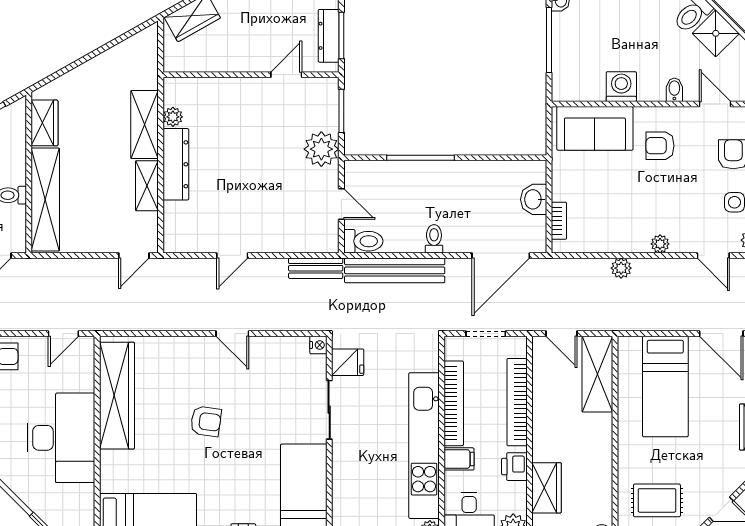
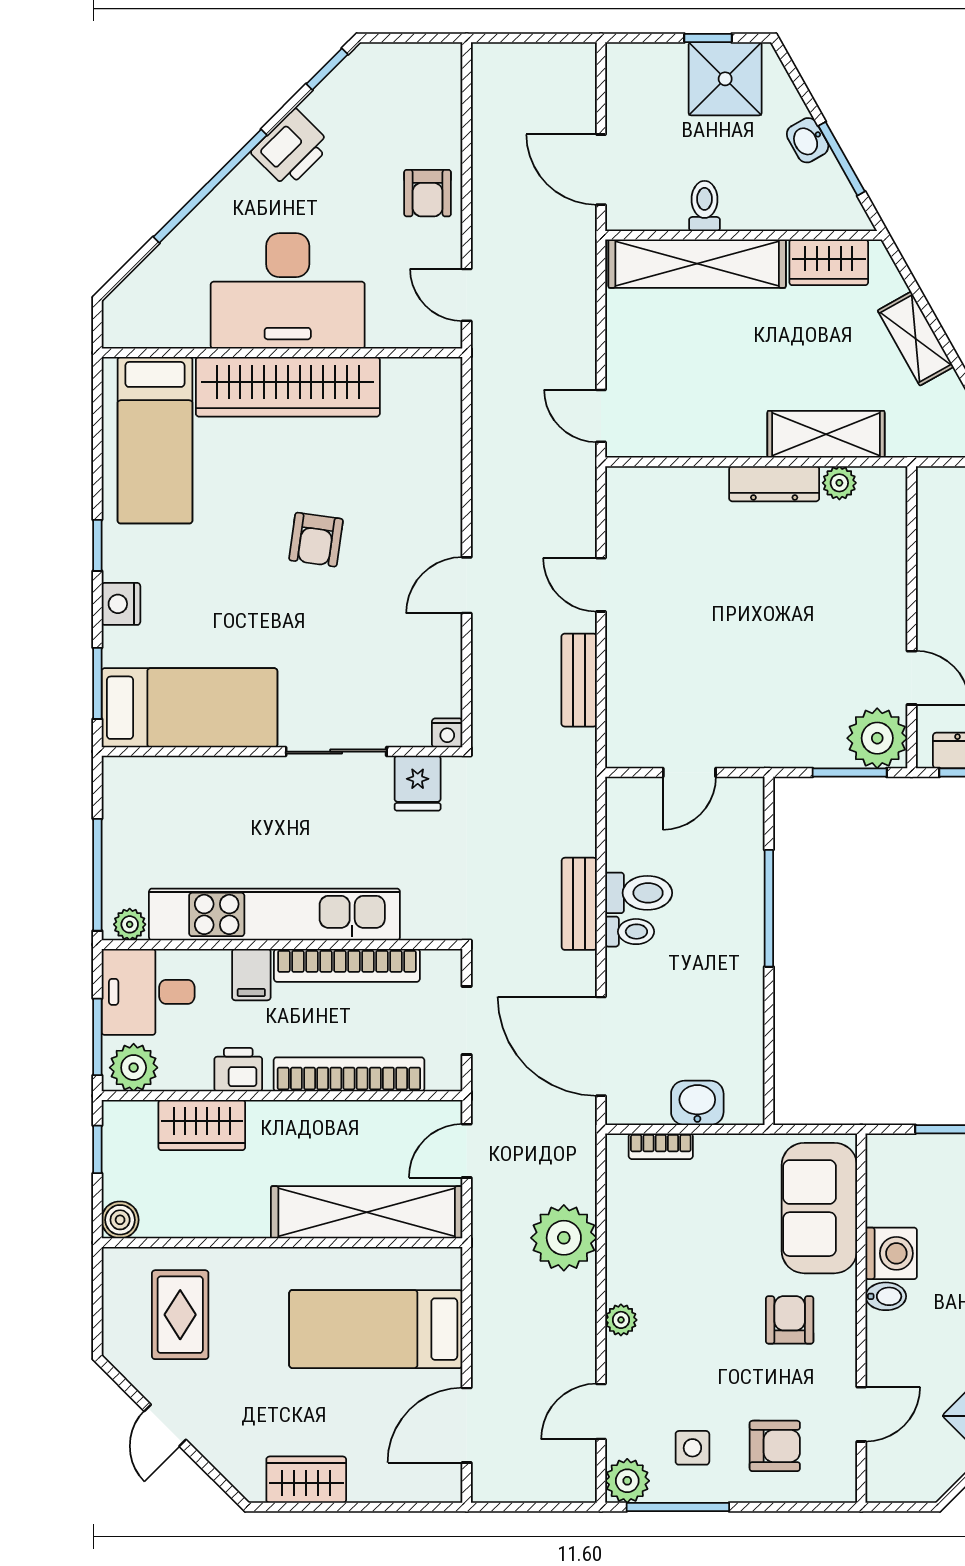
bidet: (674, 90) -> (886, 1296), moved
plant: (321, 149) -> (877, 738), moved
dresser: (176, 164) -> (774, 484), width x0.73, depth x0.80
shelving: (147, 186) -> (916, 339), moved, turned 61
toilet: (363, 241) -> (639, 893), moved, turned -90
bench: (316, 268) -> (579, 680), moved
plant: (621, 268) -> (564, 1238), width x1.88, depth x1.88
bench: (395, 270) -> (579, 904), width x0.54, depth x0.82
shelving: (597, 374) -> (367, 1212), width x1.47
wardrobe: (117, 396) -> (288, 387), moved

